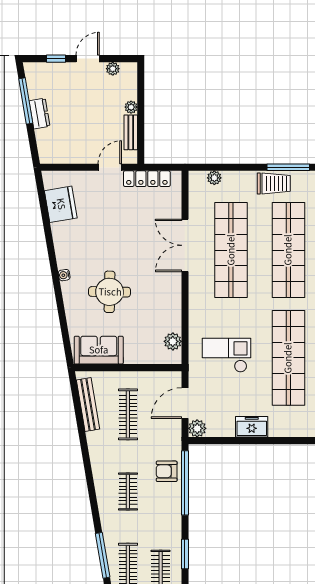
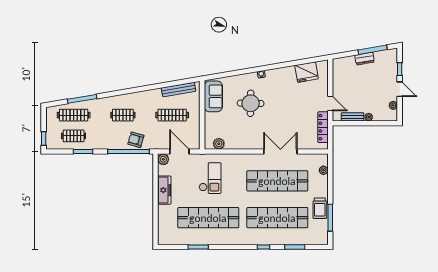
freezer: (252, 427) -> (164, 190), width x1.40
armchair: (167, 471) -> (136, 140), turned -74

